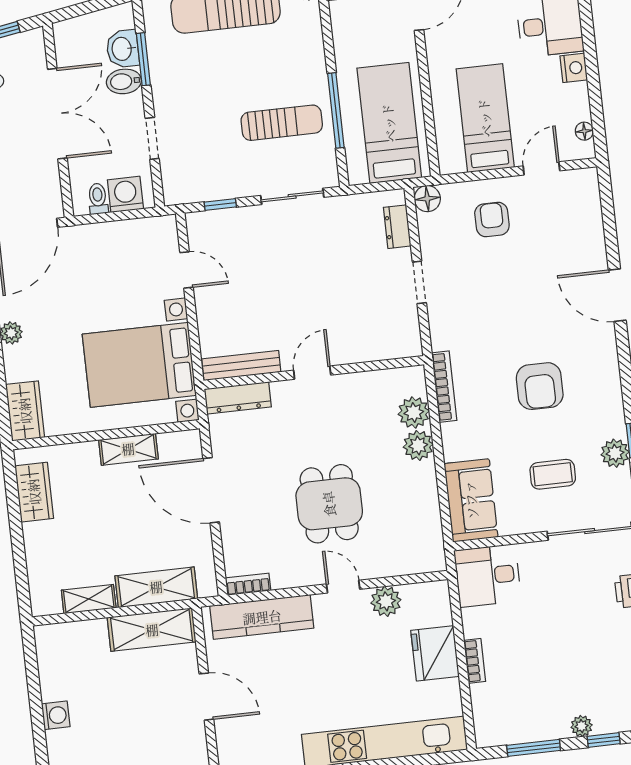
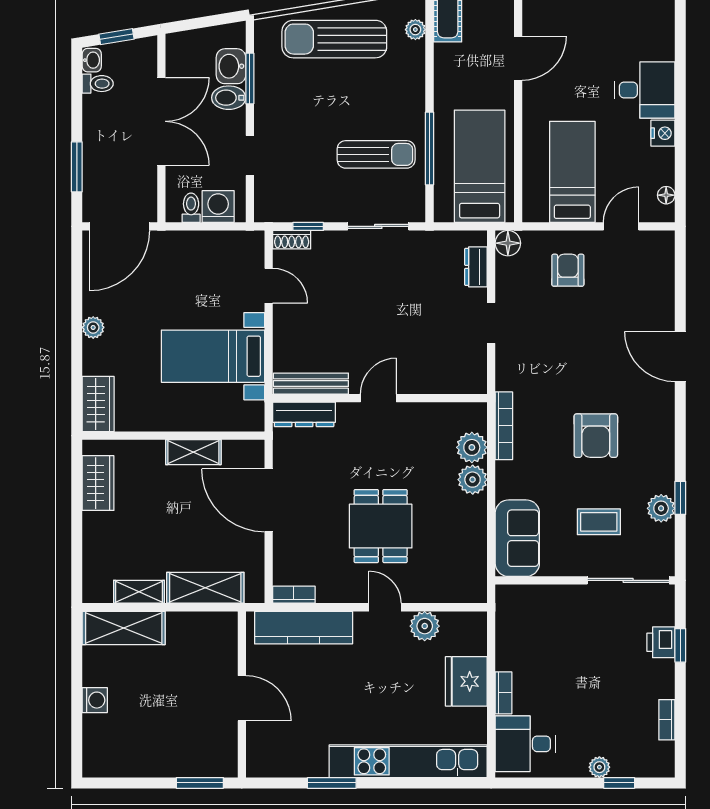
shoe rack: (205, 220) -> (292, 240), added
bed with nightstands: (139, 365) -> (213, 356), width x0.73
desk: (488, 576) -> (525, 744), moved
shelving: (152, 630) -> (124, 628), moved
window: (534, 748) -> (551, 783), removed

